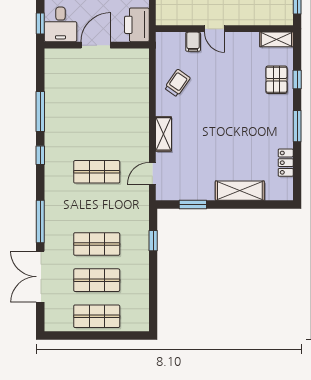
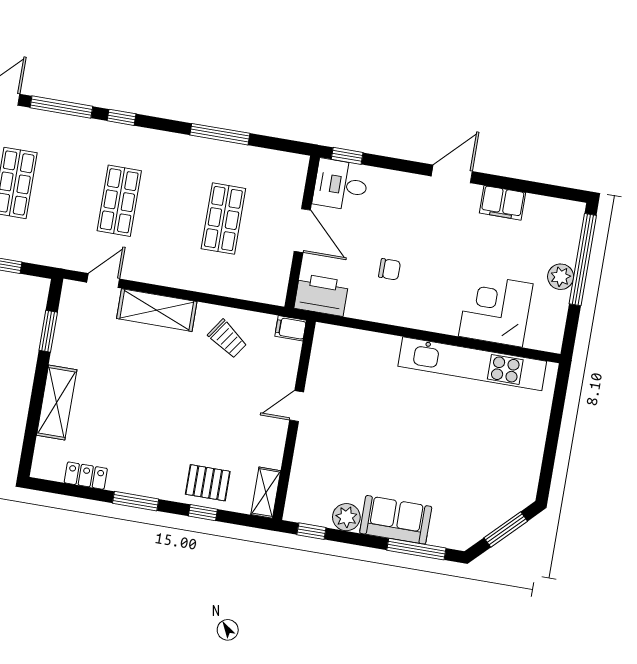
filing cabinet: (193, 42) -> (291, 328), moved
shop shelf: (97, 100) -> (223, 219), added
shelving: (163, 134) -> (157, 310), width x1.50, depth x1.33
window: (40, 155) -> (122, 117), moved
door: (152, 173) -> (103, 281), hinge flipped

